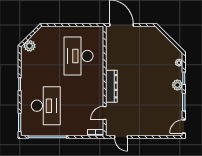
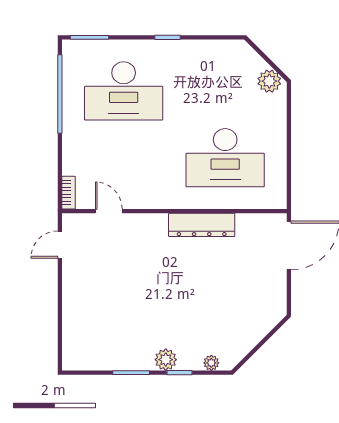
plant: (29, 46) -> (269, 81), moved
desk: (79, 56) -> (225, 158), turned 180
dresser: (111, 86) -> (202, 225), moved
door: (184, 127) -> (81, 373), removed

